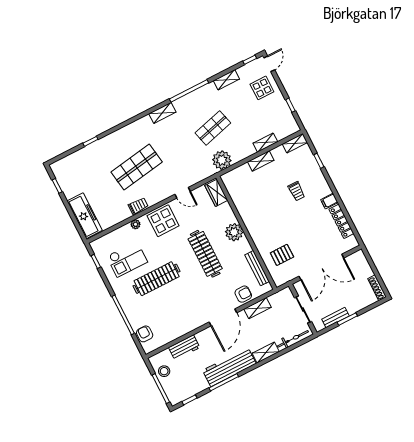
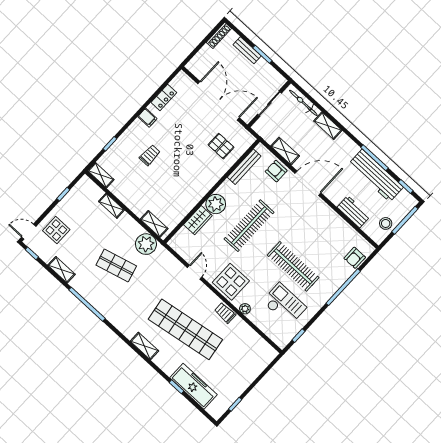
shelving: (162, 113) -> (144, 346), moved
shelving: (261, 161) -> (154, 224), moved
shop shelf: (137, 167) -> (185, 329), width x1.40
wardrobe: (216, 193) -> (198, 220), moved
freezer: (85, 216) -> (194, 386), moved, turned 90
locker: (341, 221) -> (164, 97), width x0.66
bench: (335, 318) -> (247, 50), moved
workbench: (229, 367) -> (376, 176), moved

